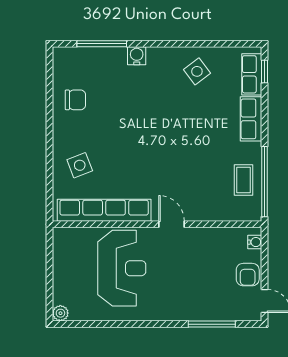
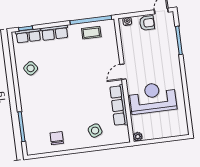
water cooler: (137, 56) -> (26, 105), removed
row of seats: (104, 210) -> (119, 105), width x0.73
plant: (60, 313) -> (138, 137), moved

